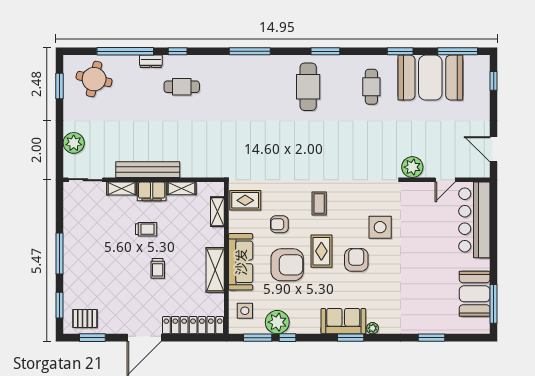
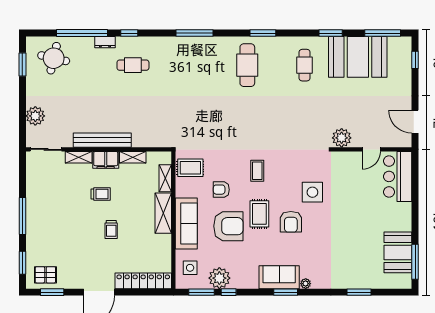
bar counter: (474, 220) -> (398, 176), width x0.73
armchair: (356, 260) -> (291, 222), turned 180
shelving: (215, 270) -> (163, 213), moved

